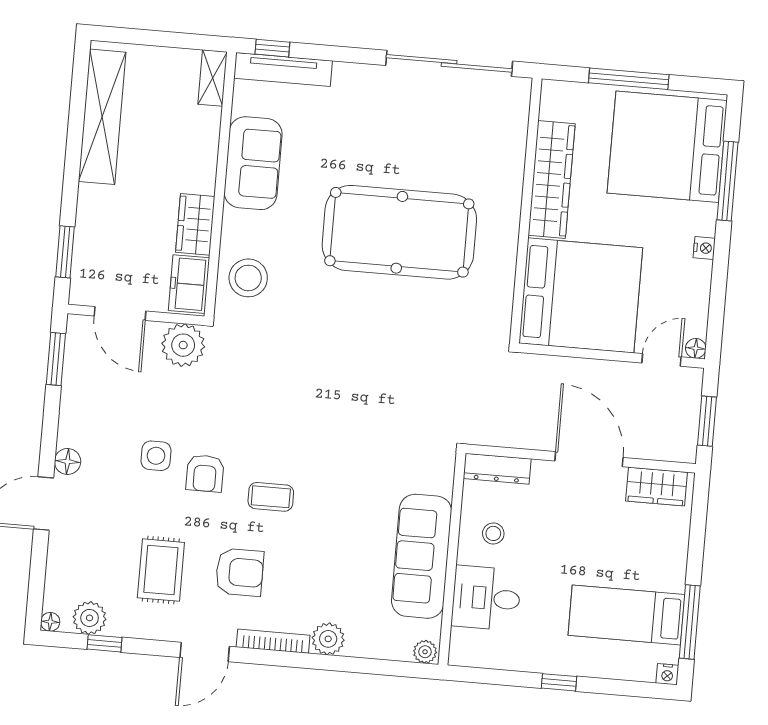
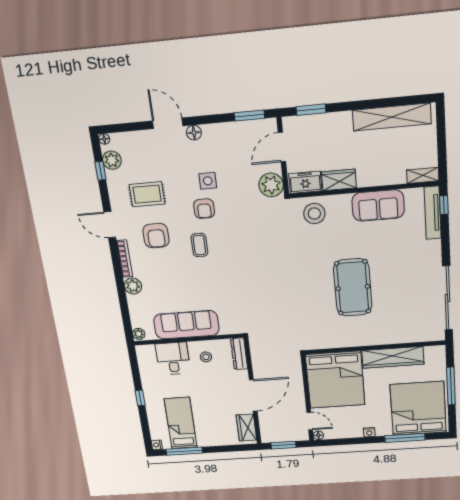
pool table: (399, 232) -> (353, 287), width x0.73, depth x0.76
armchair: (205, 473) -> (204, 209), turned -90

